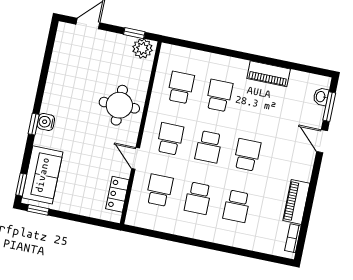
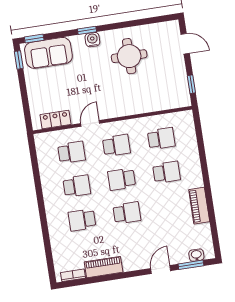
plant: (142, 49) -> (181, 96), removed
round table: (119, 105) -> (129, 56), moved
school desk: (198, 198) -> (77, 186), turned 180

